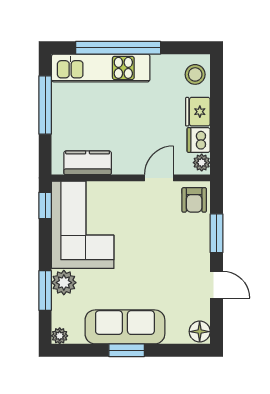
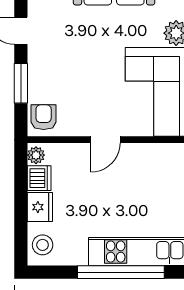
kitchen counter: (88, 163) -> (152, 155), removed
door: (159, 178) -> (105, 140), moved

